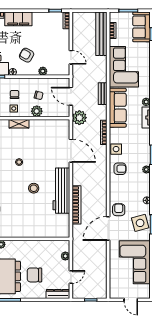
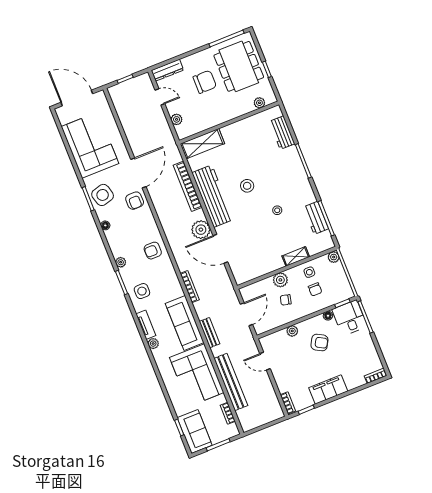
filing cabinet: (18, 19) -> (328, 389), moved
bench: (101, 34) -> (231, 382), moved
door: (71, 96) -> (246, 314), hinge flipped
plant: (79, 118) -> (201, 230), moved
side table: (116, 149) -> (142, 291), moved
shelving: (54, 231) -> (202, 144), added
door: (71, 277) -> (160, 97), swing flipped
door: (131, 300) -> (77, 98), width x1.88

